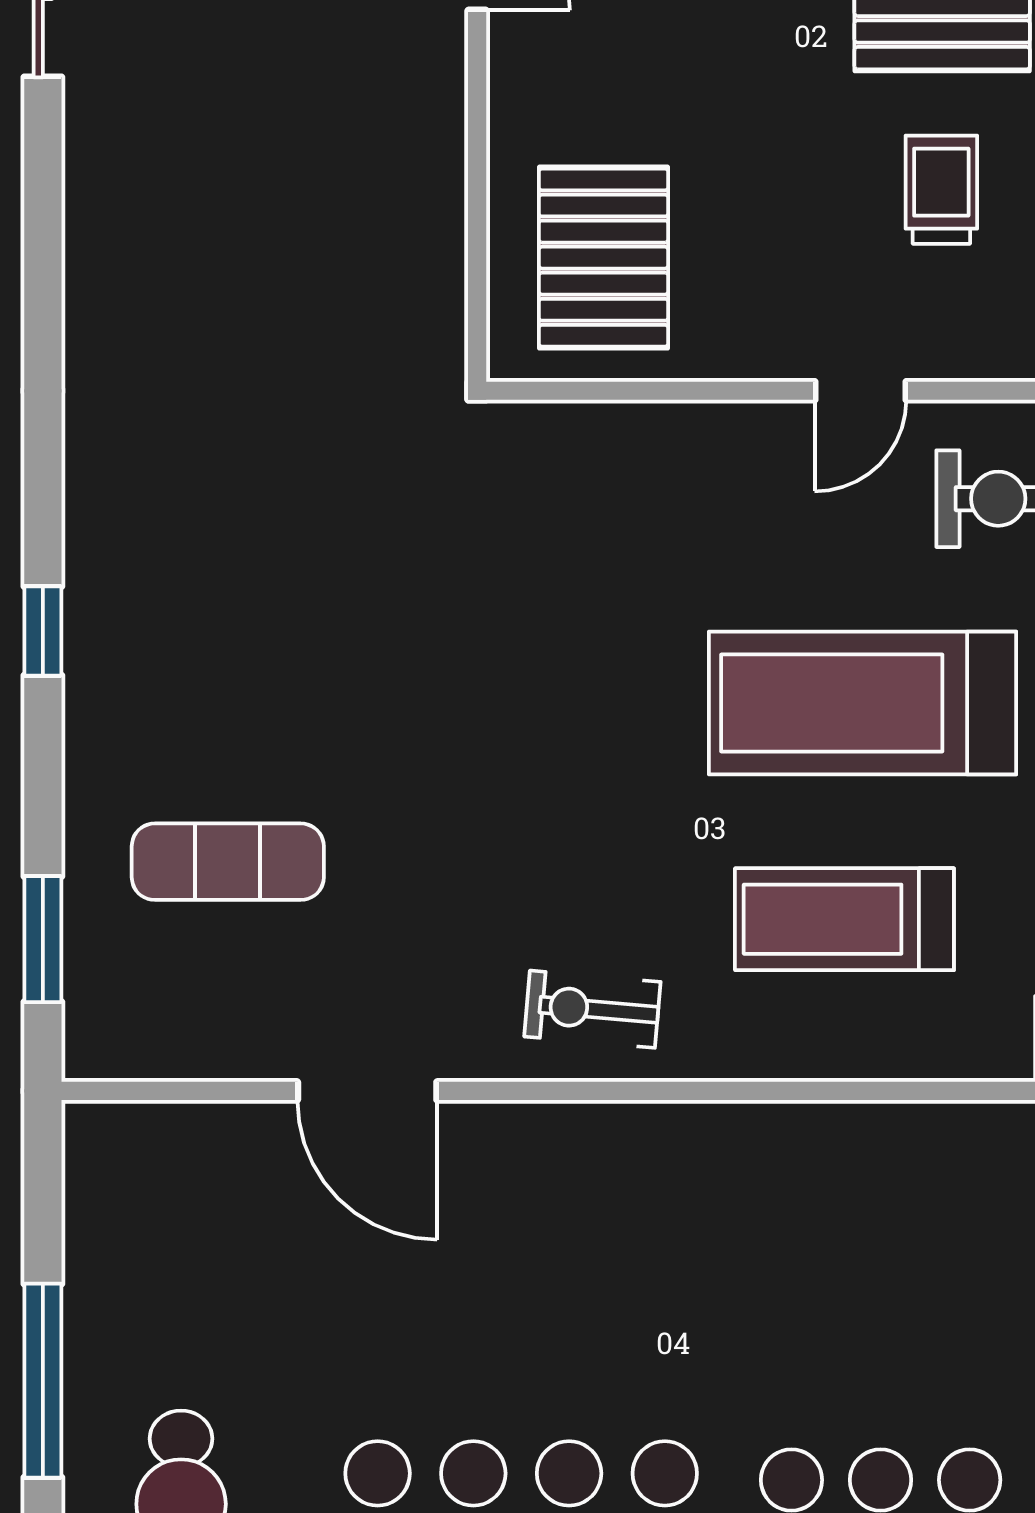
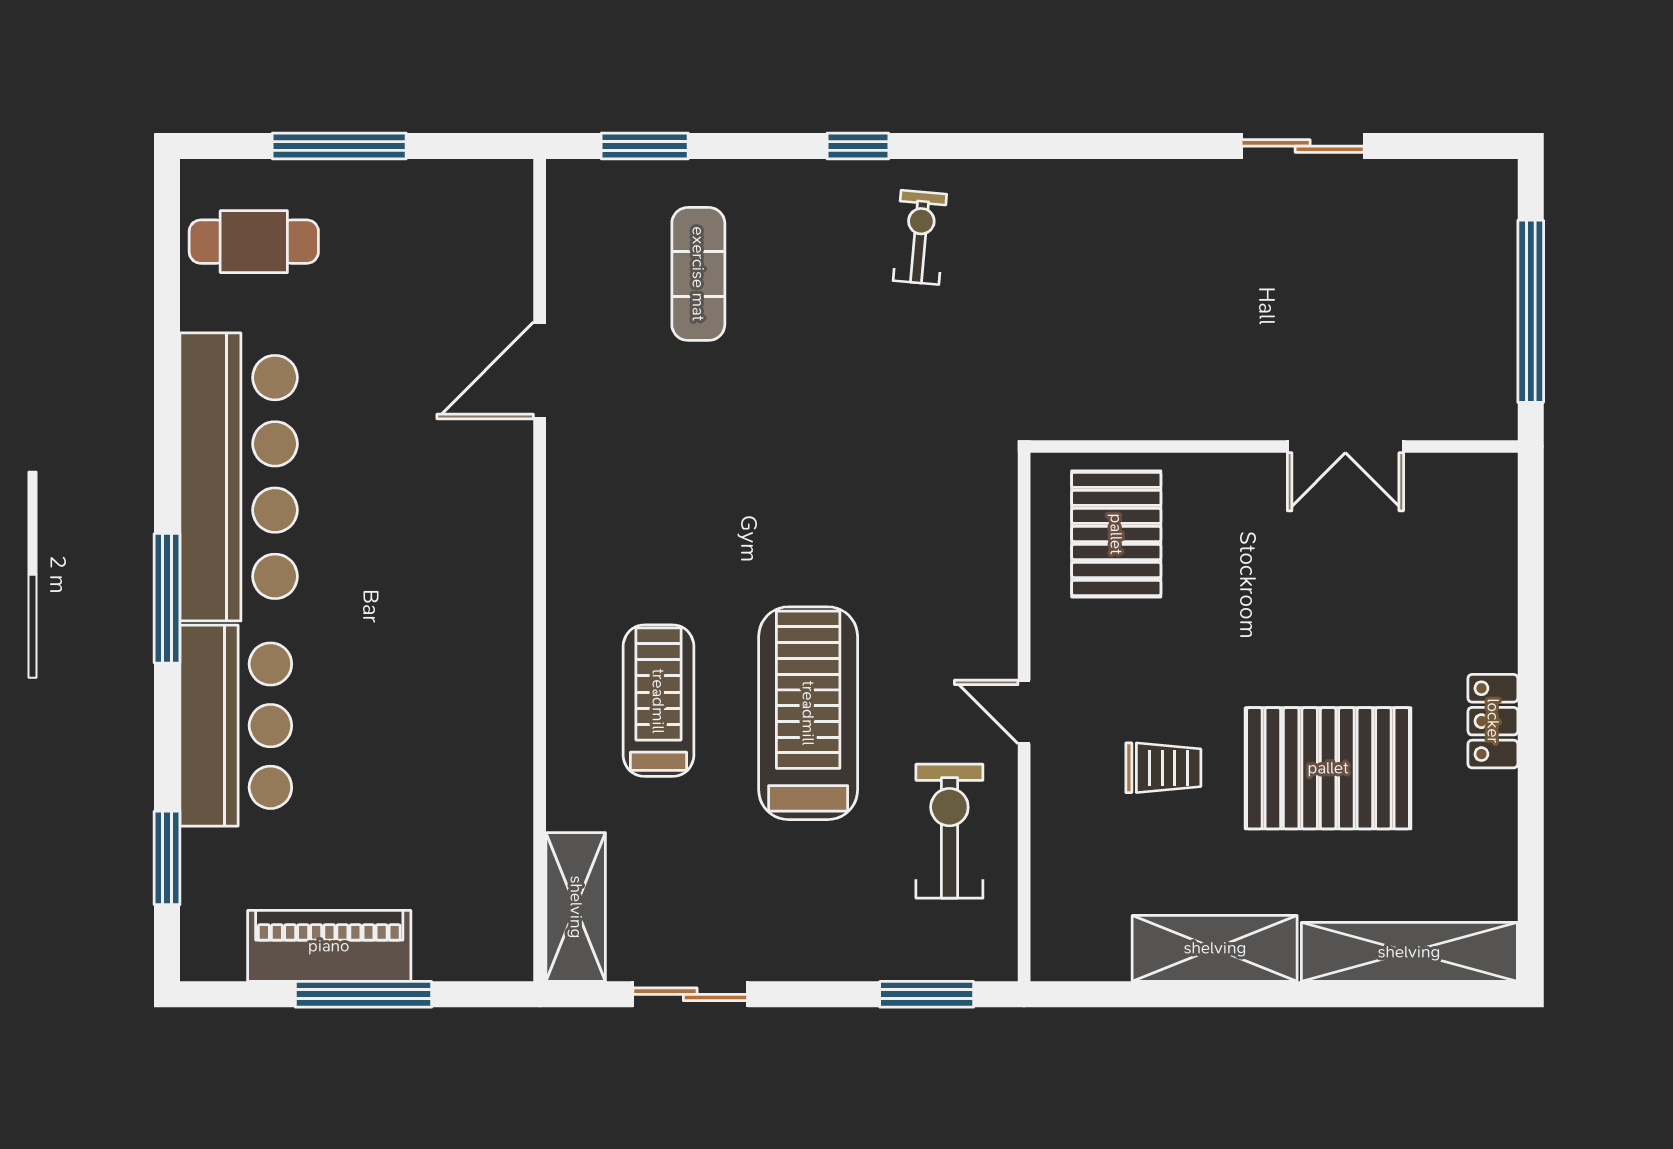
pallet: (603, 258) -> (1116, 534), turned 90
exercise bike: (592, 1009) -> (920, 237), moved

